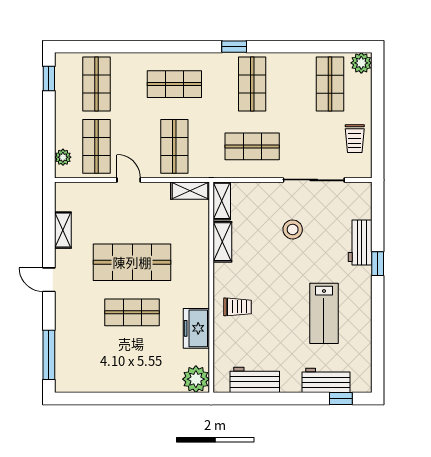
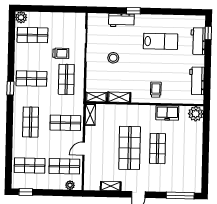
trolley: (355, 139) -> (61, 53), moved

